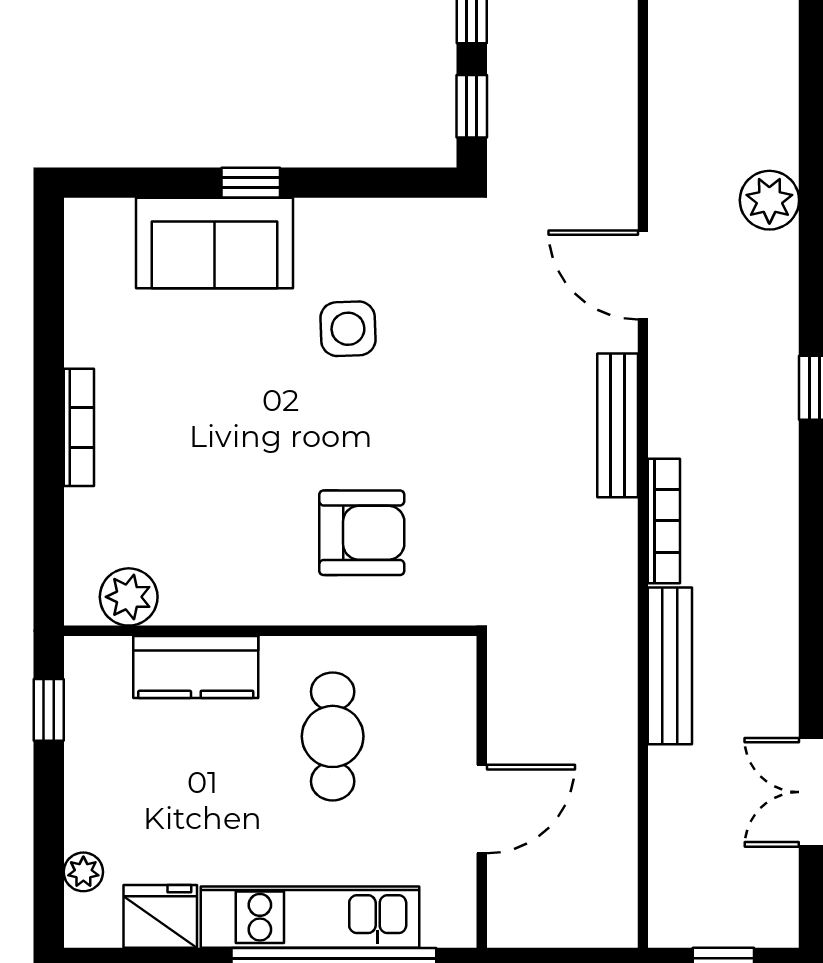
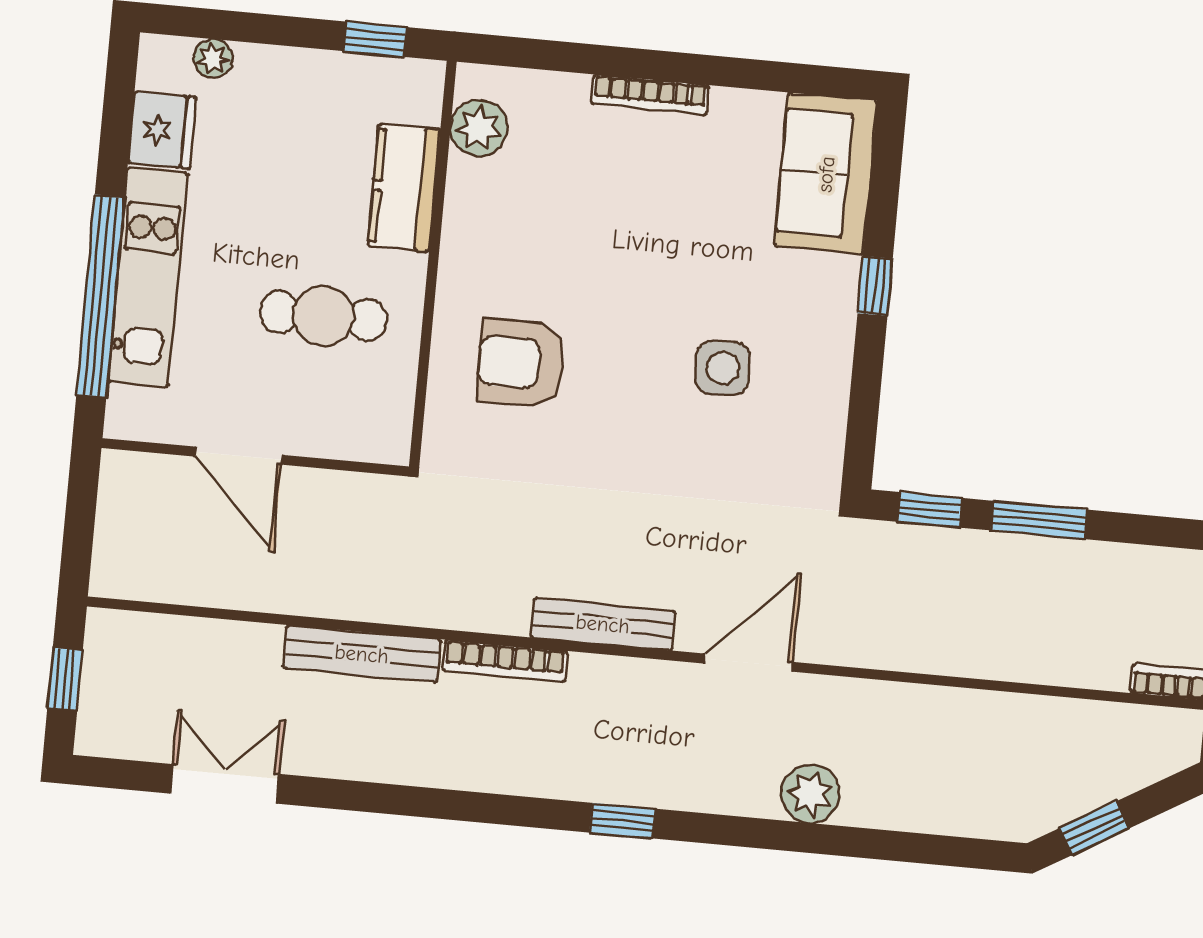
sofa: (214, 243) -> (826, 174), moved
armchair: (362, 533) -> (521, 363), turned 90

